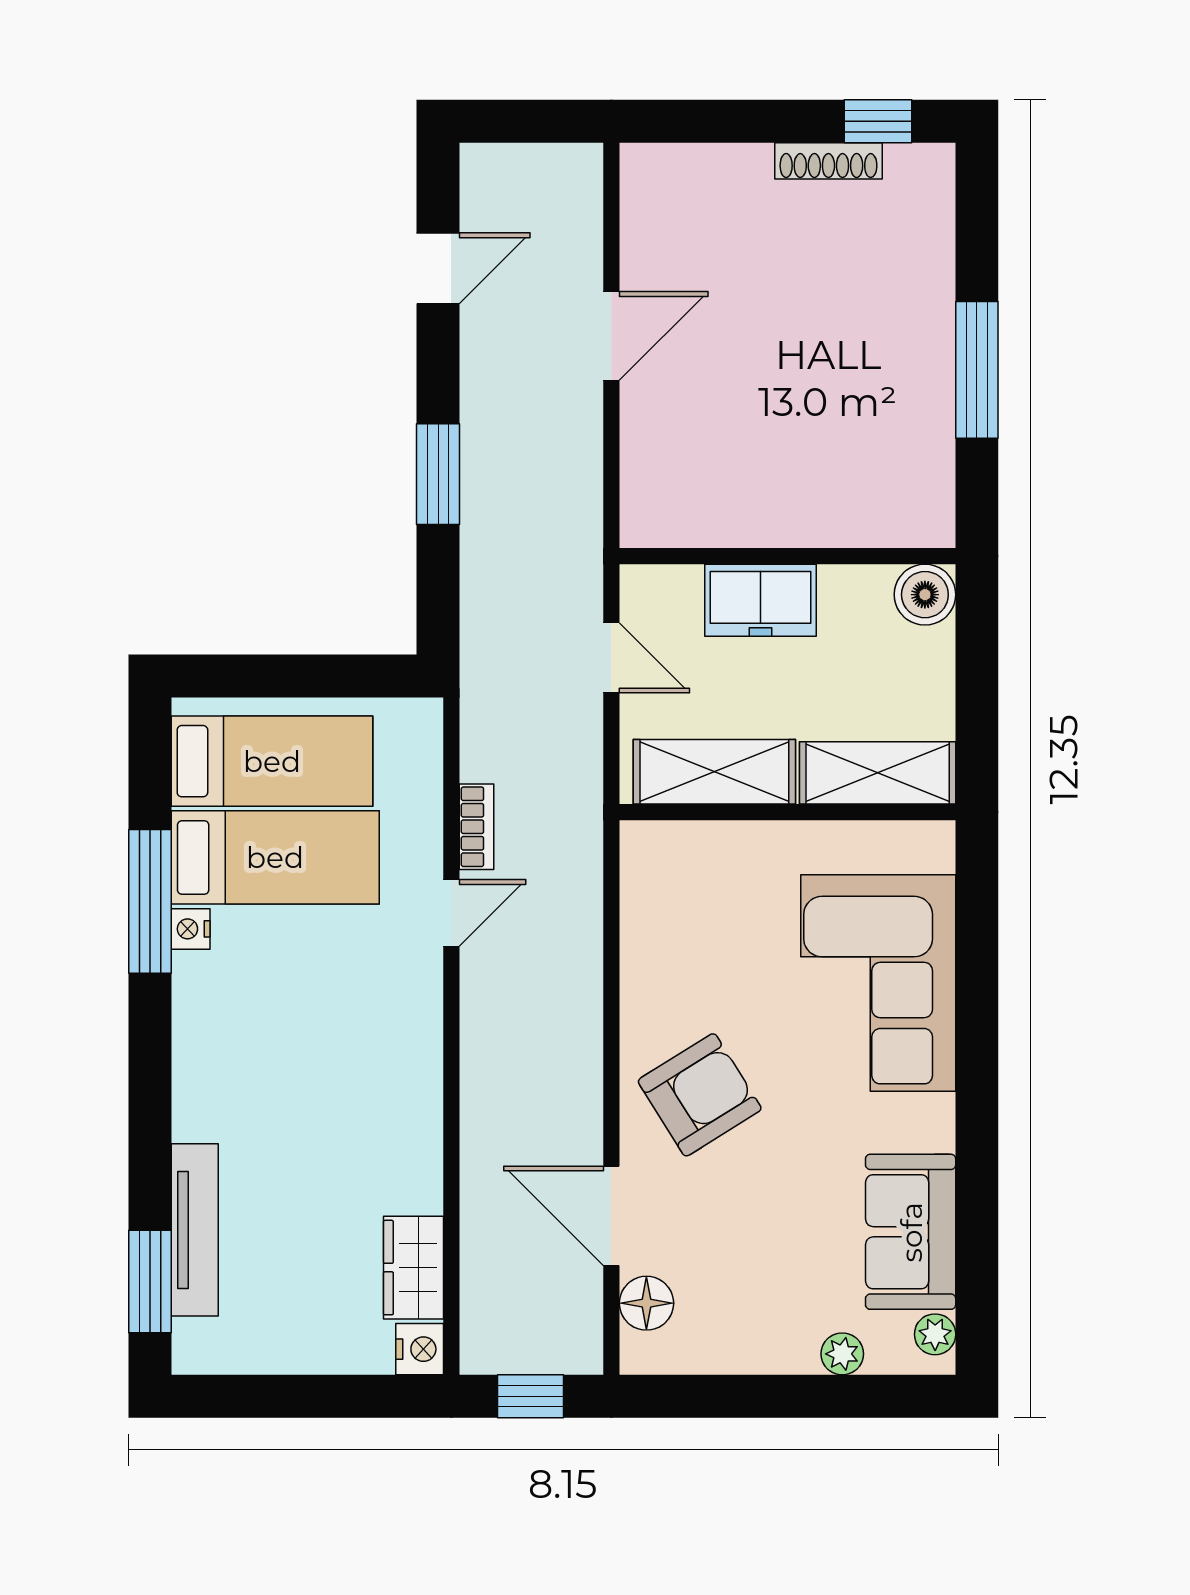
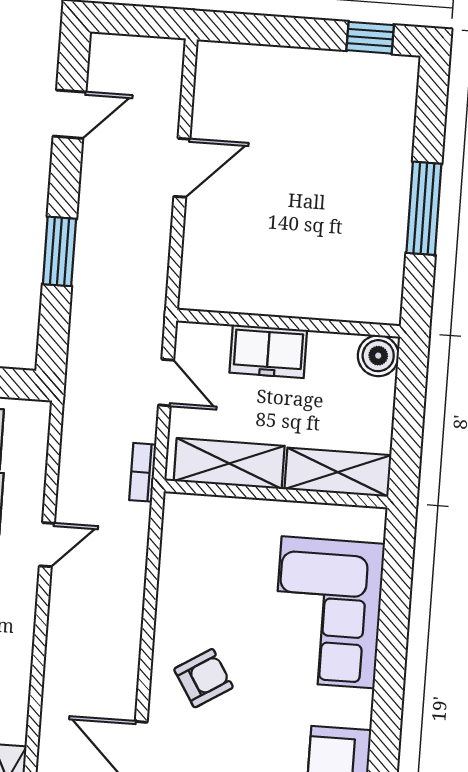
shoe rack: (828, 161) -> (335, 62), removed
bookcase: (477, 827) -> (143, 472), moved, turned 180
armchair: (700, 1095) -> (204, 678), width x0.72, depth x0.72

